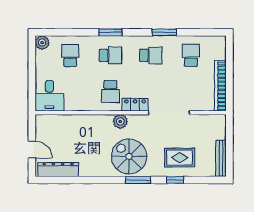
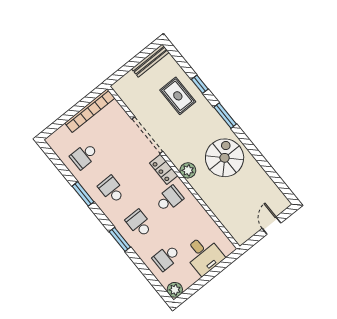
desk: (49, 96) -> (204, 255), moved, turned 90
spiral stairs: (129, 156) -> (225, 158), moved, turned 180
dresser: (58, 169) -> (271, 190), removed

